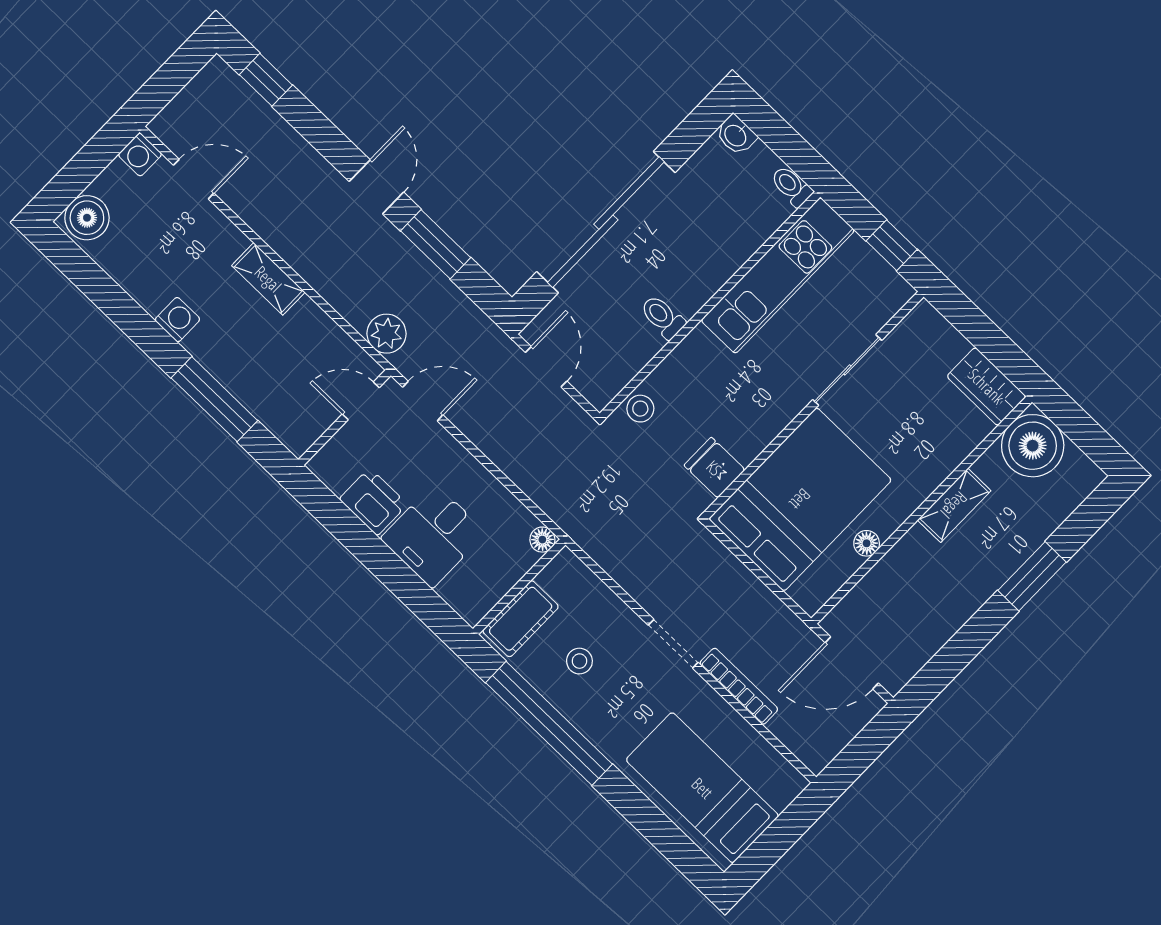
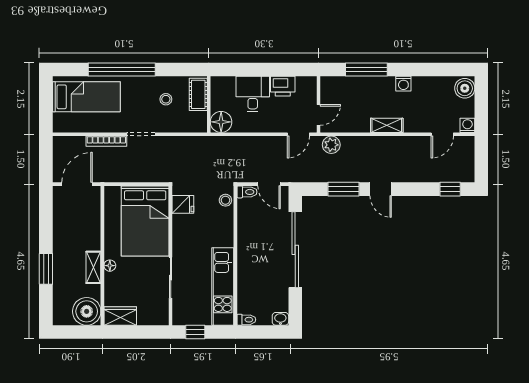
toilet: (663, 317) -> (247, 192), moved
floor lamp: (542, 540) -> (221, 122), width x1.89, depth x1.89
floor lamp: (867, 543) -> (110, 266), moved
window: (549, 723) -> (122, 69), moved

